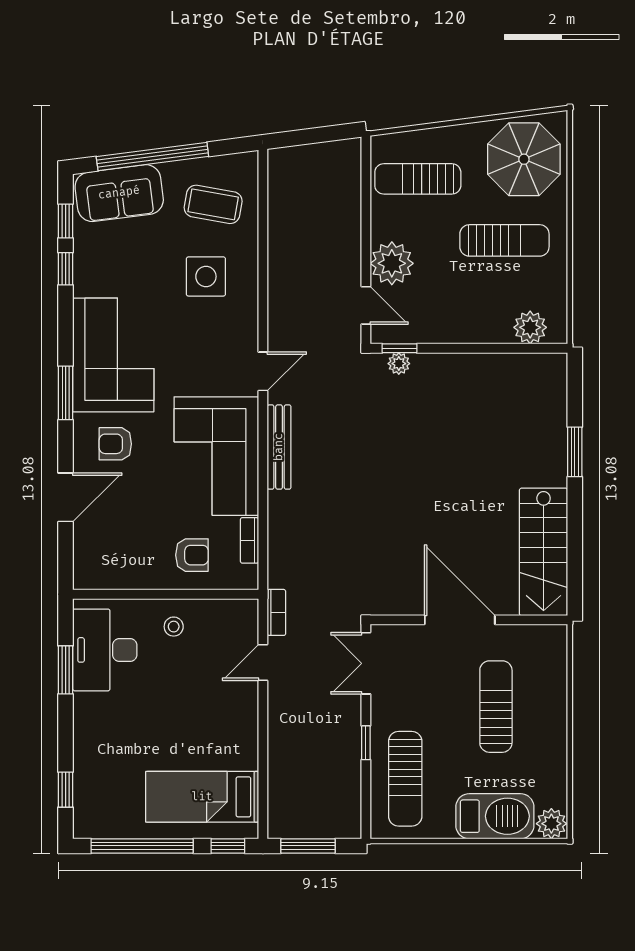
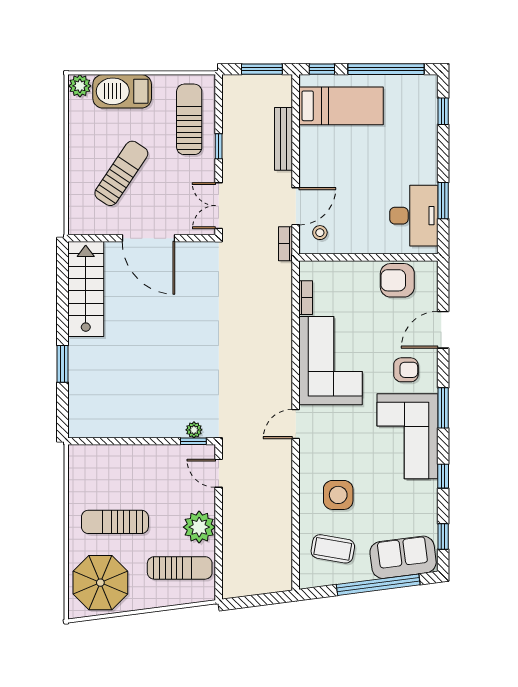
plant: (392, 263) -> (199, 527), moved
window: (66, 269) -> (443, 476), moved
plant: (530, 327) -> (96, 457), removed
bench: (279, 447) -> (284, 139), moved
armchair: (192, 555) -> (397, 280), moved, width x1.38, depth x1.38
stool: (174, 627) -> (320, 233), moved
door: (263, 662) -> (296, 206), width x1.38
double door: (366, 663) -> (219, 206), swing flipped
sun lounger: (496, 707) -> (121, 173), turned -146

